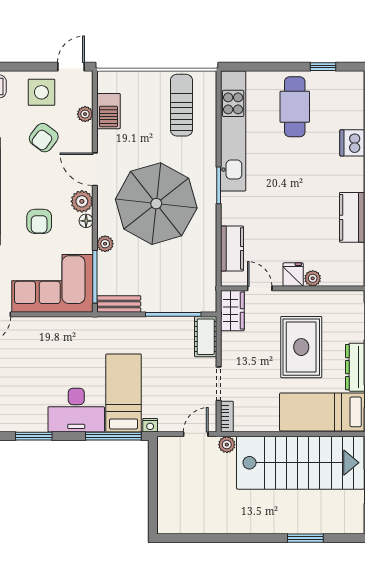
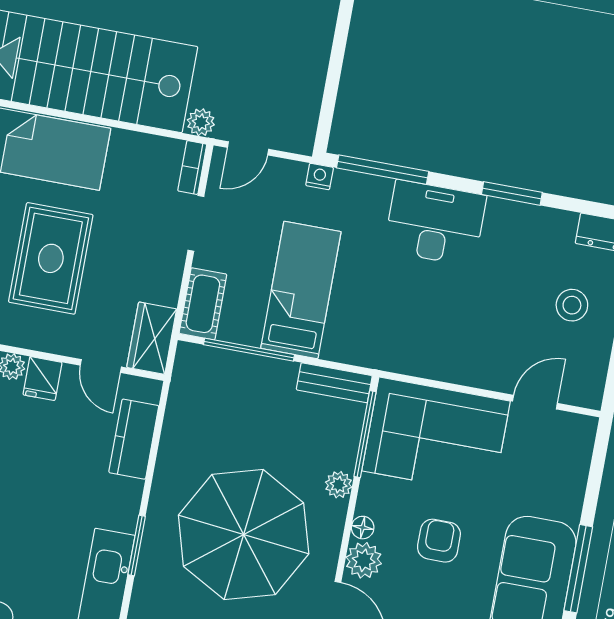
bed: (124, 393) -> (301, 290), moved, turned 180

